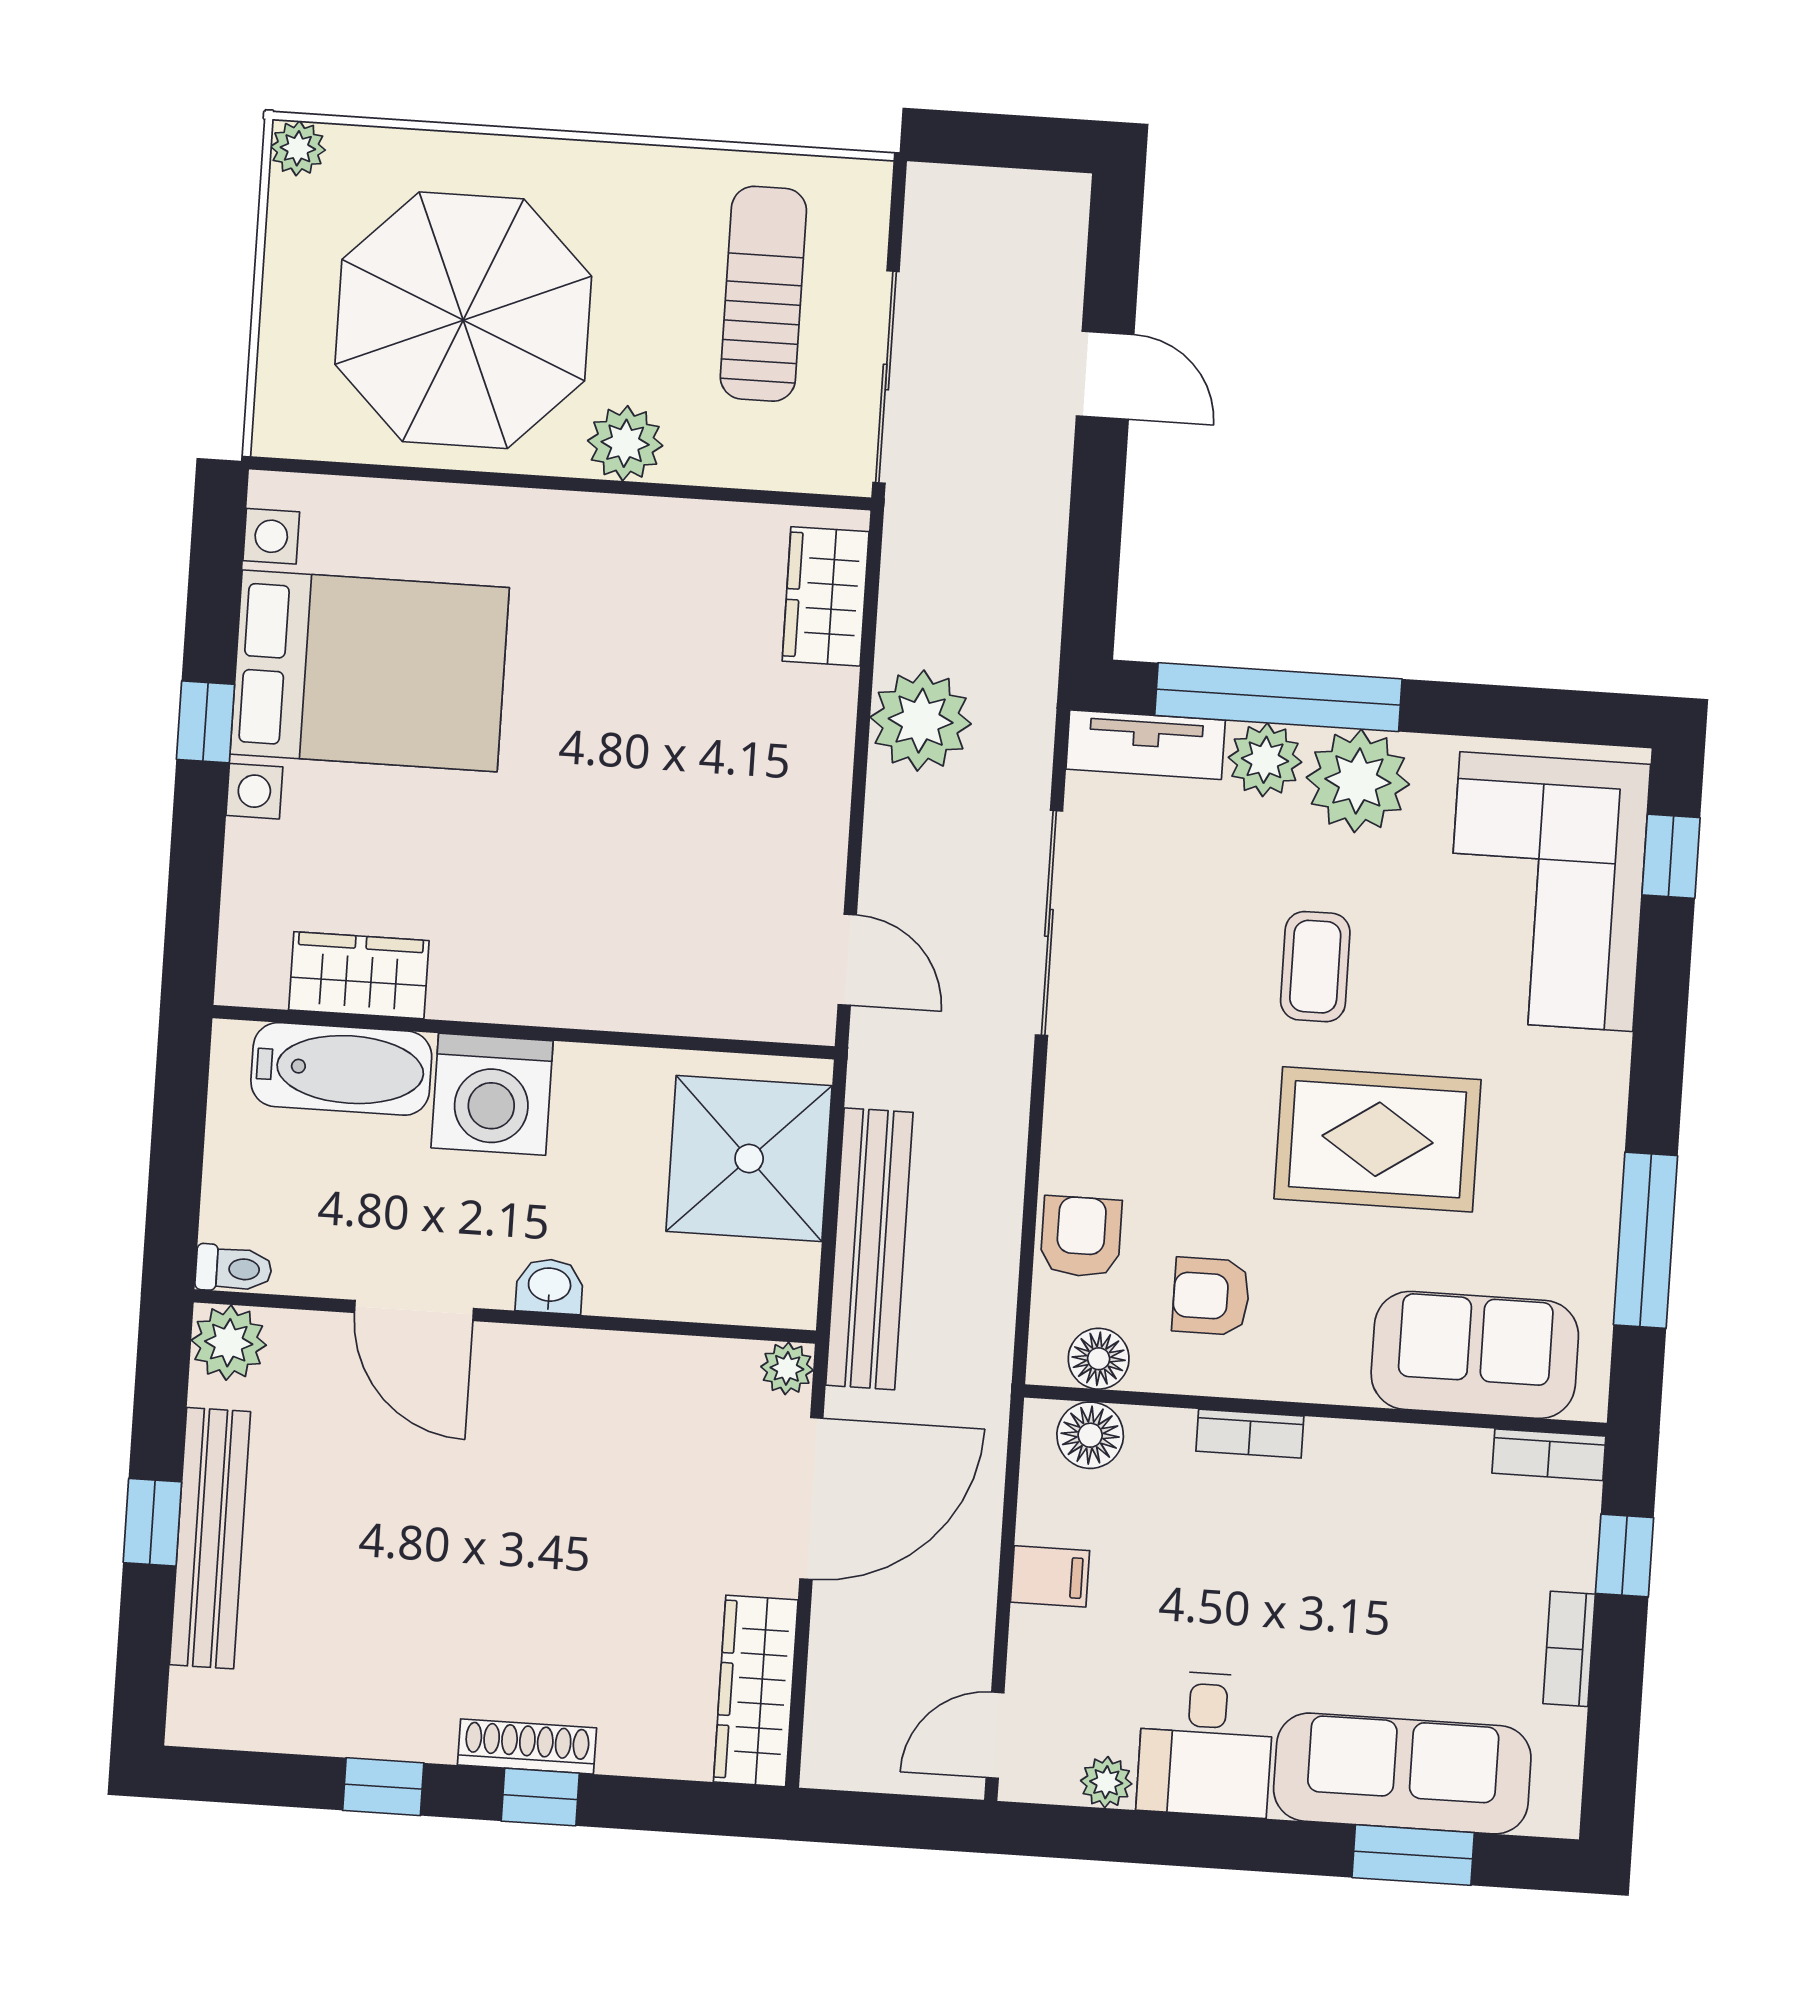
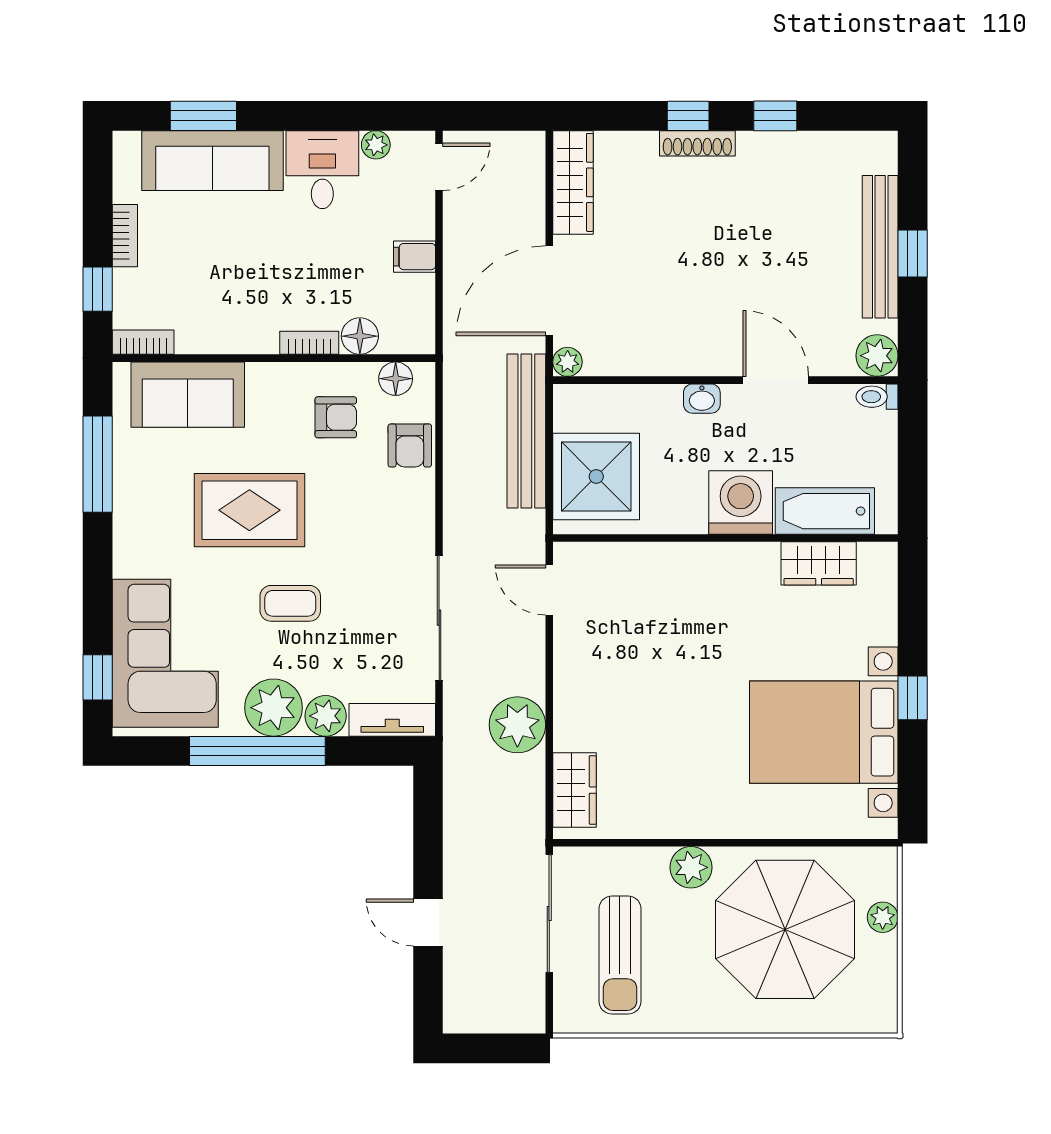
plant: (298, 148) -> (883, 917), moved
window: (1278, 697) -> (257, 751), moved
coffee table: (1315, 967) -> (290, 603), turned 90
floor lamp: (1090, 1435) -> (360, 336), moved

